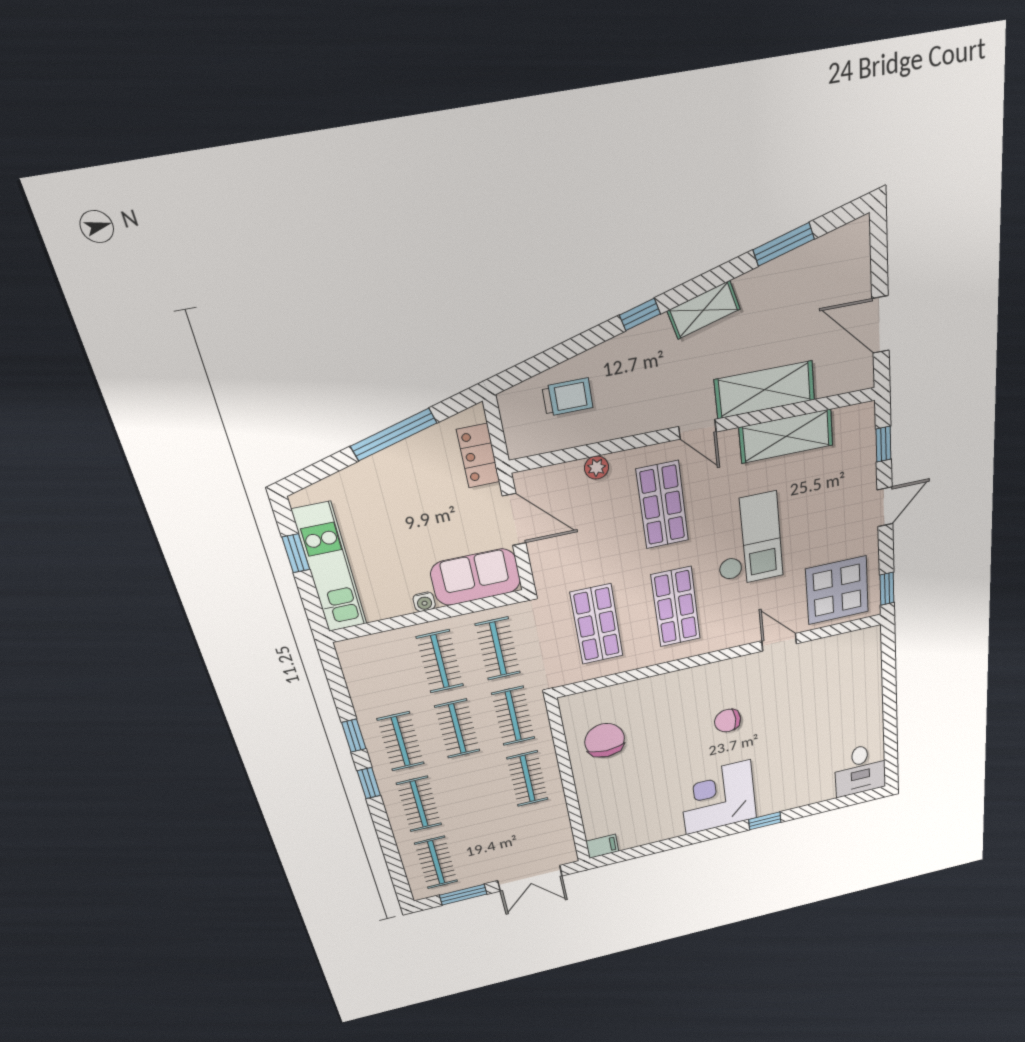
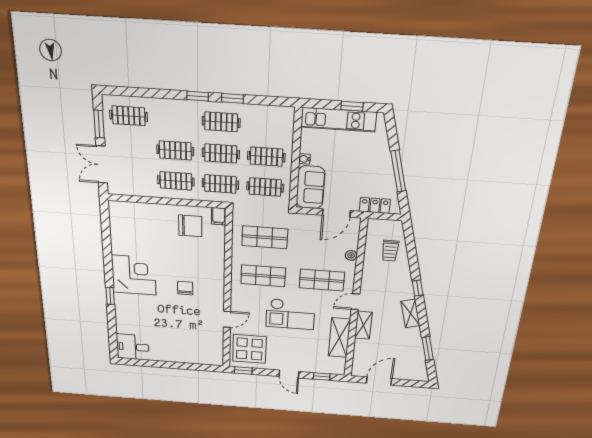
shelving: (765, 390) -> (363, 325), width x0.67, depth x0.75
clothes rail: (419, 804) -> (175, 150), moved
filing cabinet: (602, 846) -> (219, 216), moved

